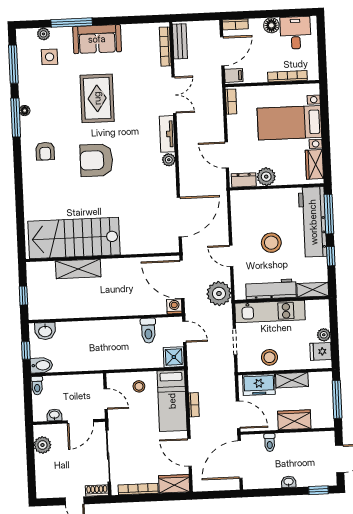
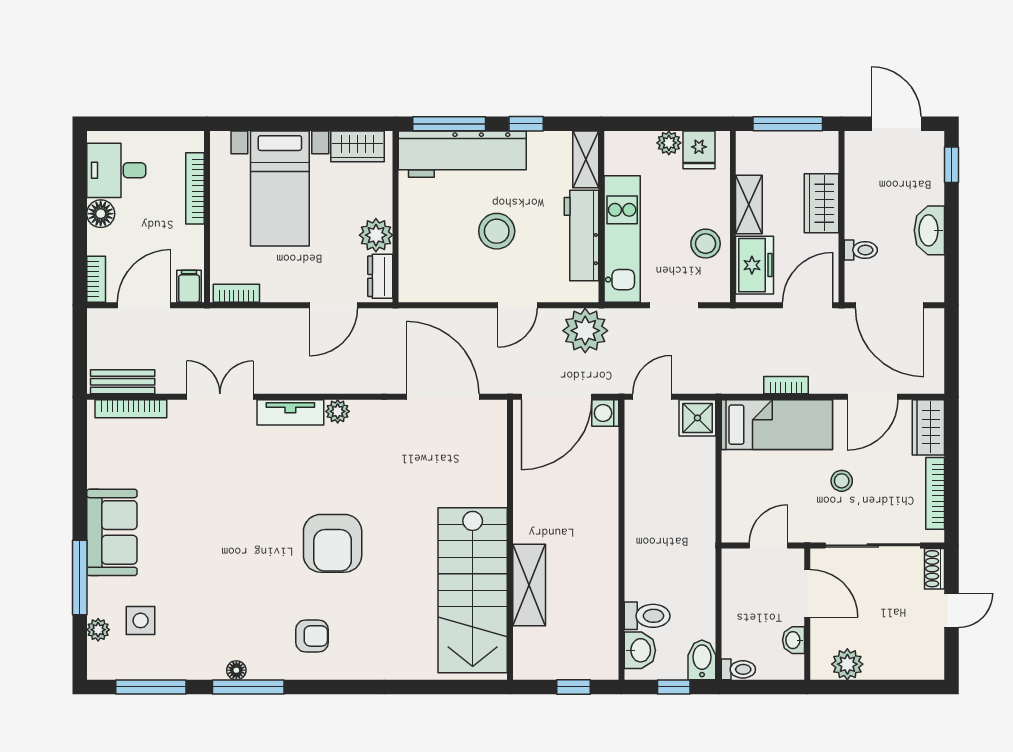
door: (222, 51) -> (144, 305), hinge flipped
rug: (97, 98) -> (220, 537), removed
toilet: (148, 331) -> (647, 616), moved
stool: (139, 386) -> (842, 481), moved
washbasin: (289, 482) -> (929, 230), width x1.91, depth x1.45

